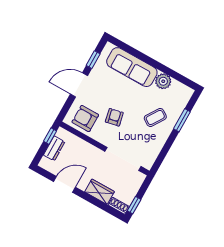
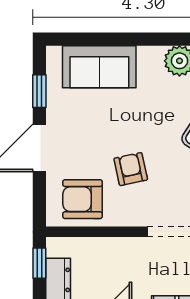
sofa: (132, 67) -> (99, 67), width x0.73

